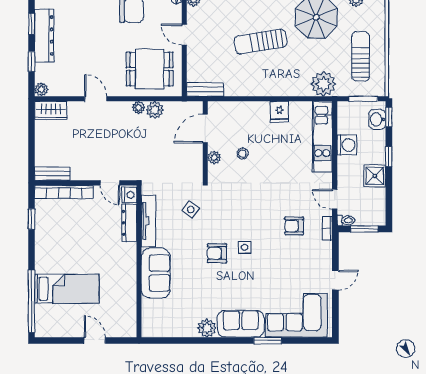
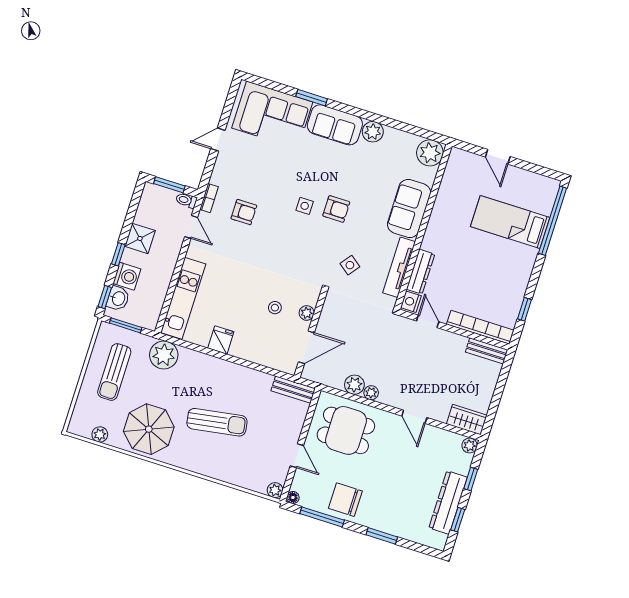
washing machine: (347, 145) -> (127, 276), moved, turned 180
plant: (153, 326) -> (430, 153), added

